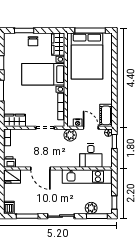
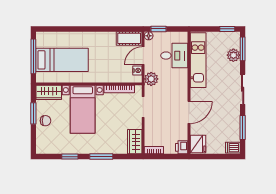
window: (24, 31) -> (33, 113), moved
bed: (87, 56) -> (62, 60), width x0.67

